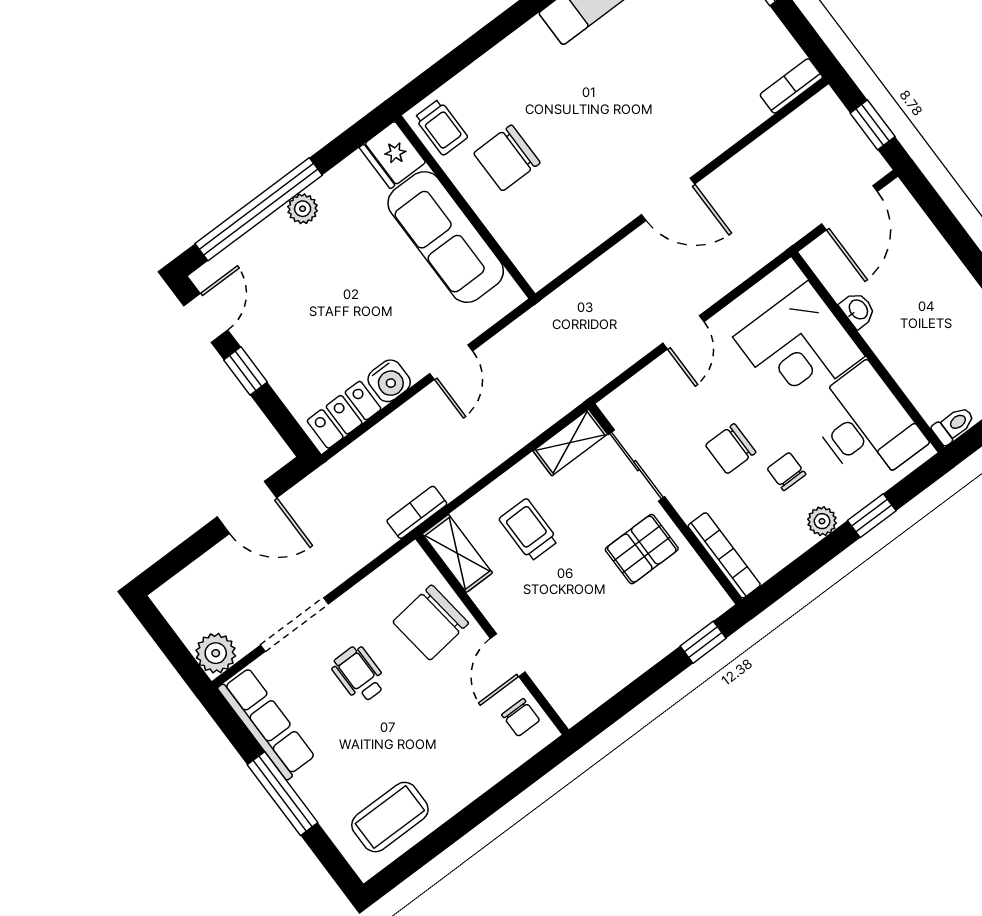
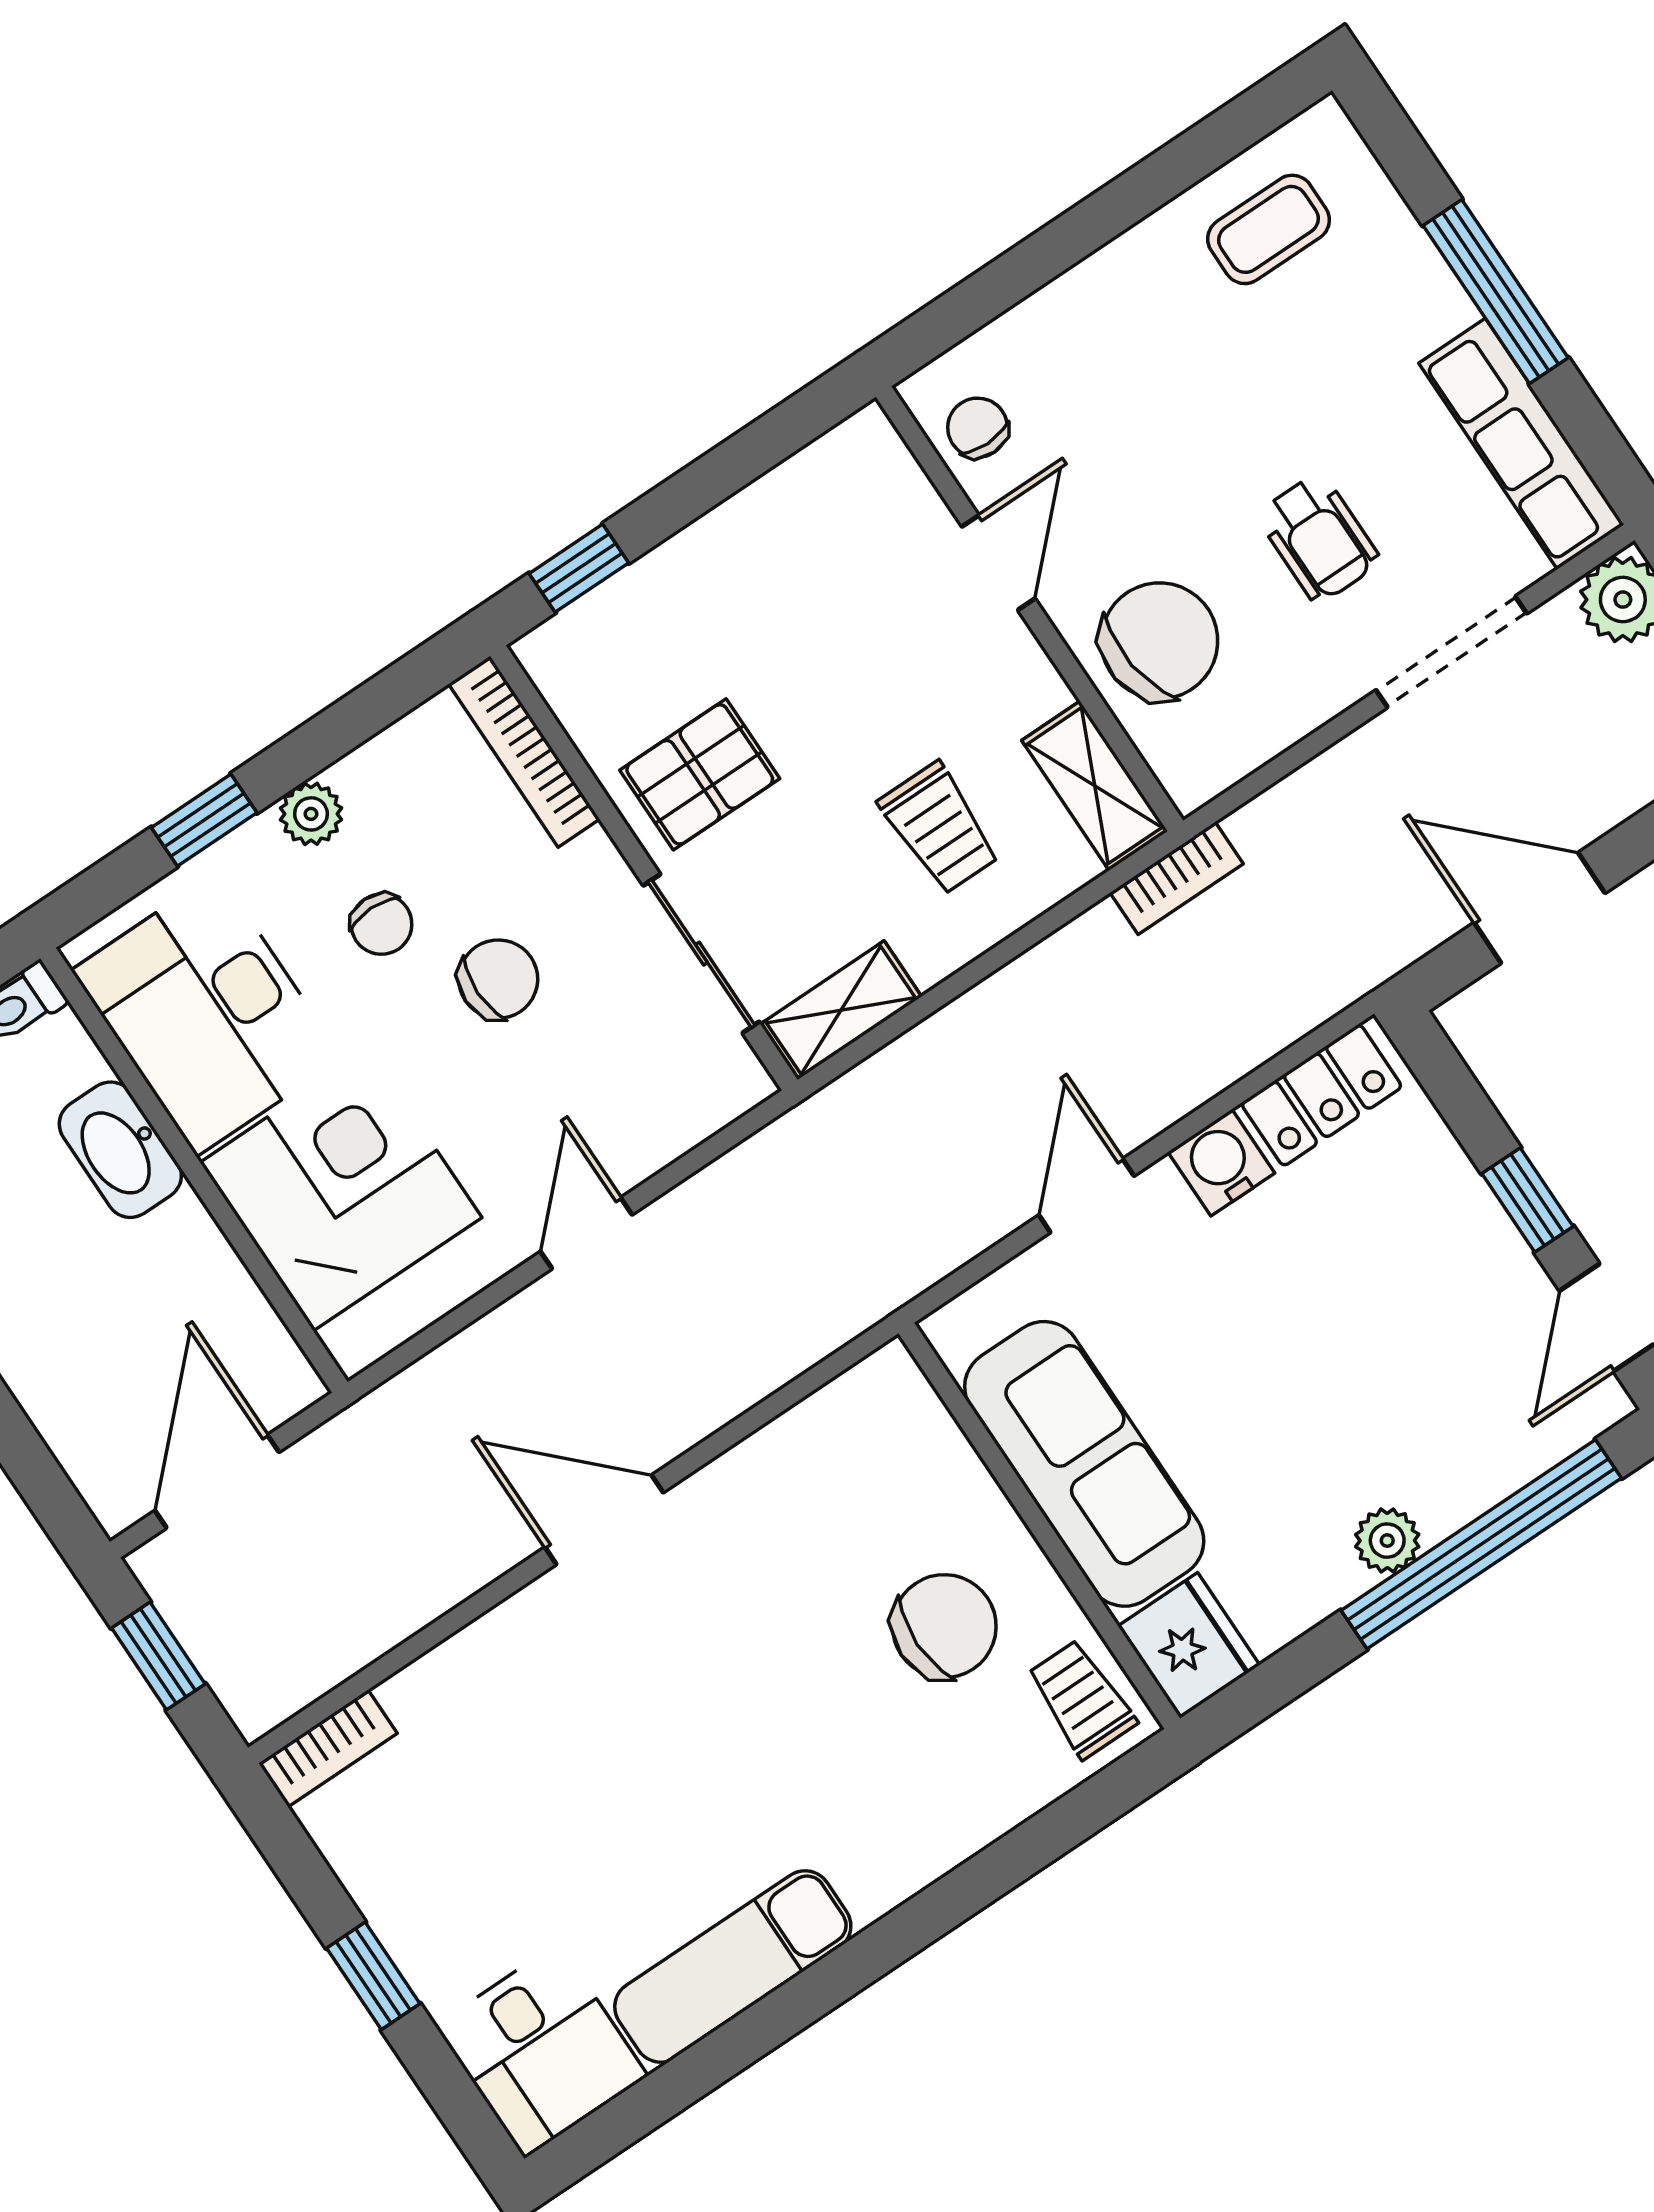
washbasin: (858, 310) -> (120, 1150), moved, width x1.91, depth x1.45
coffee table: (390, 817) -> (1269, 229), width x0.73, depth x0.77

